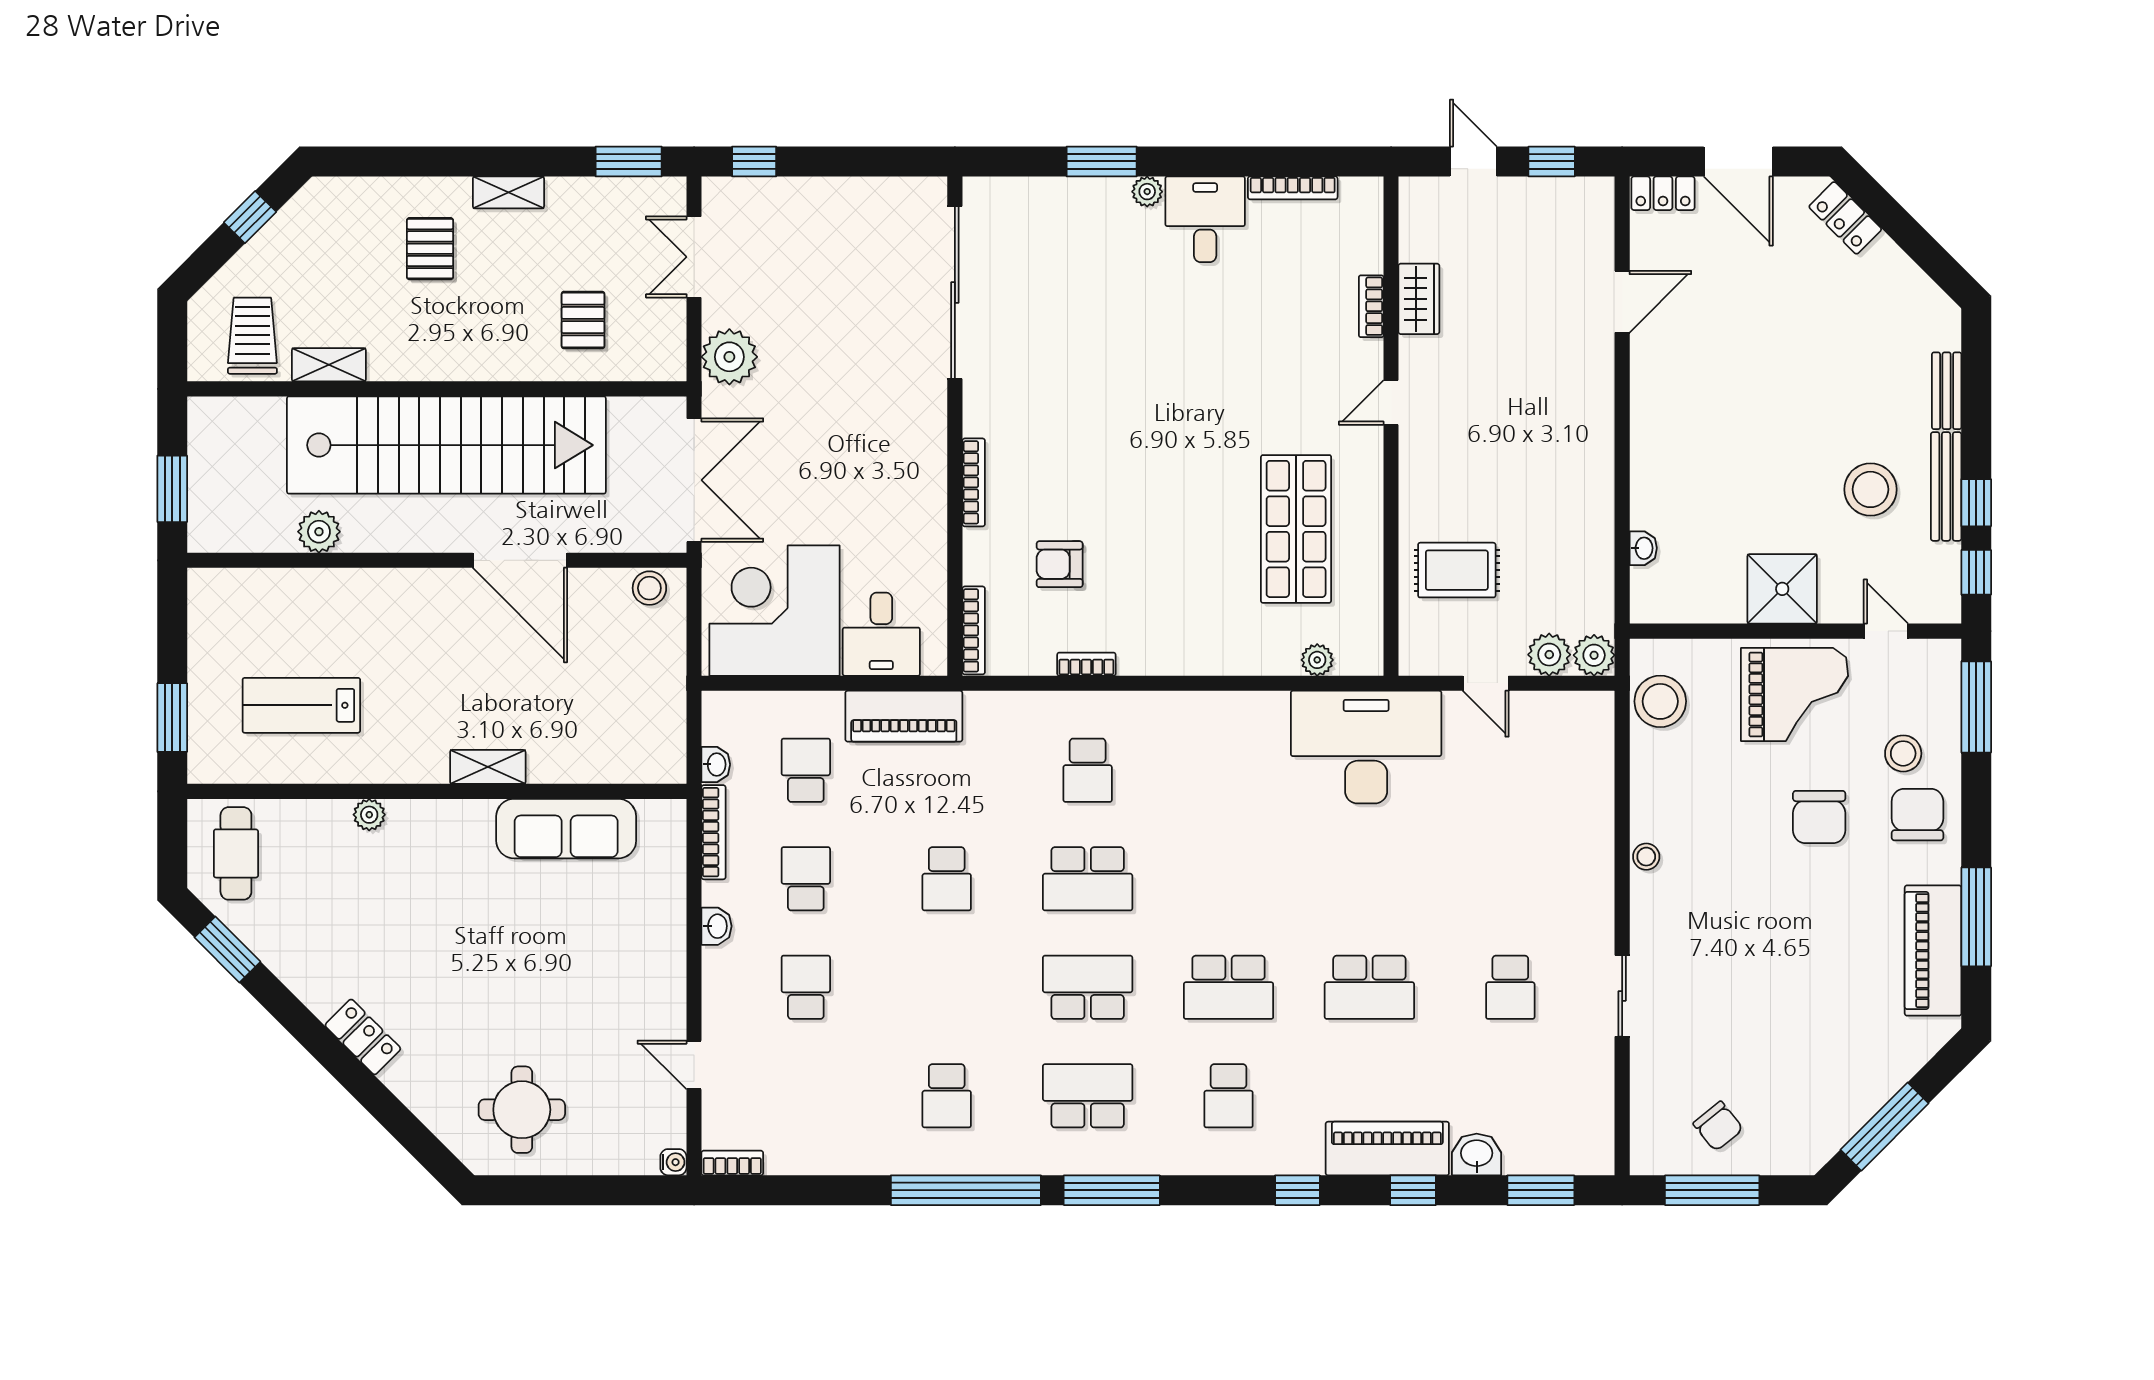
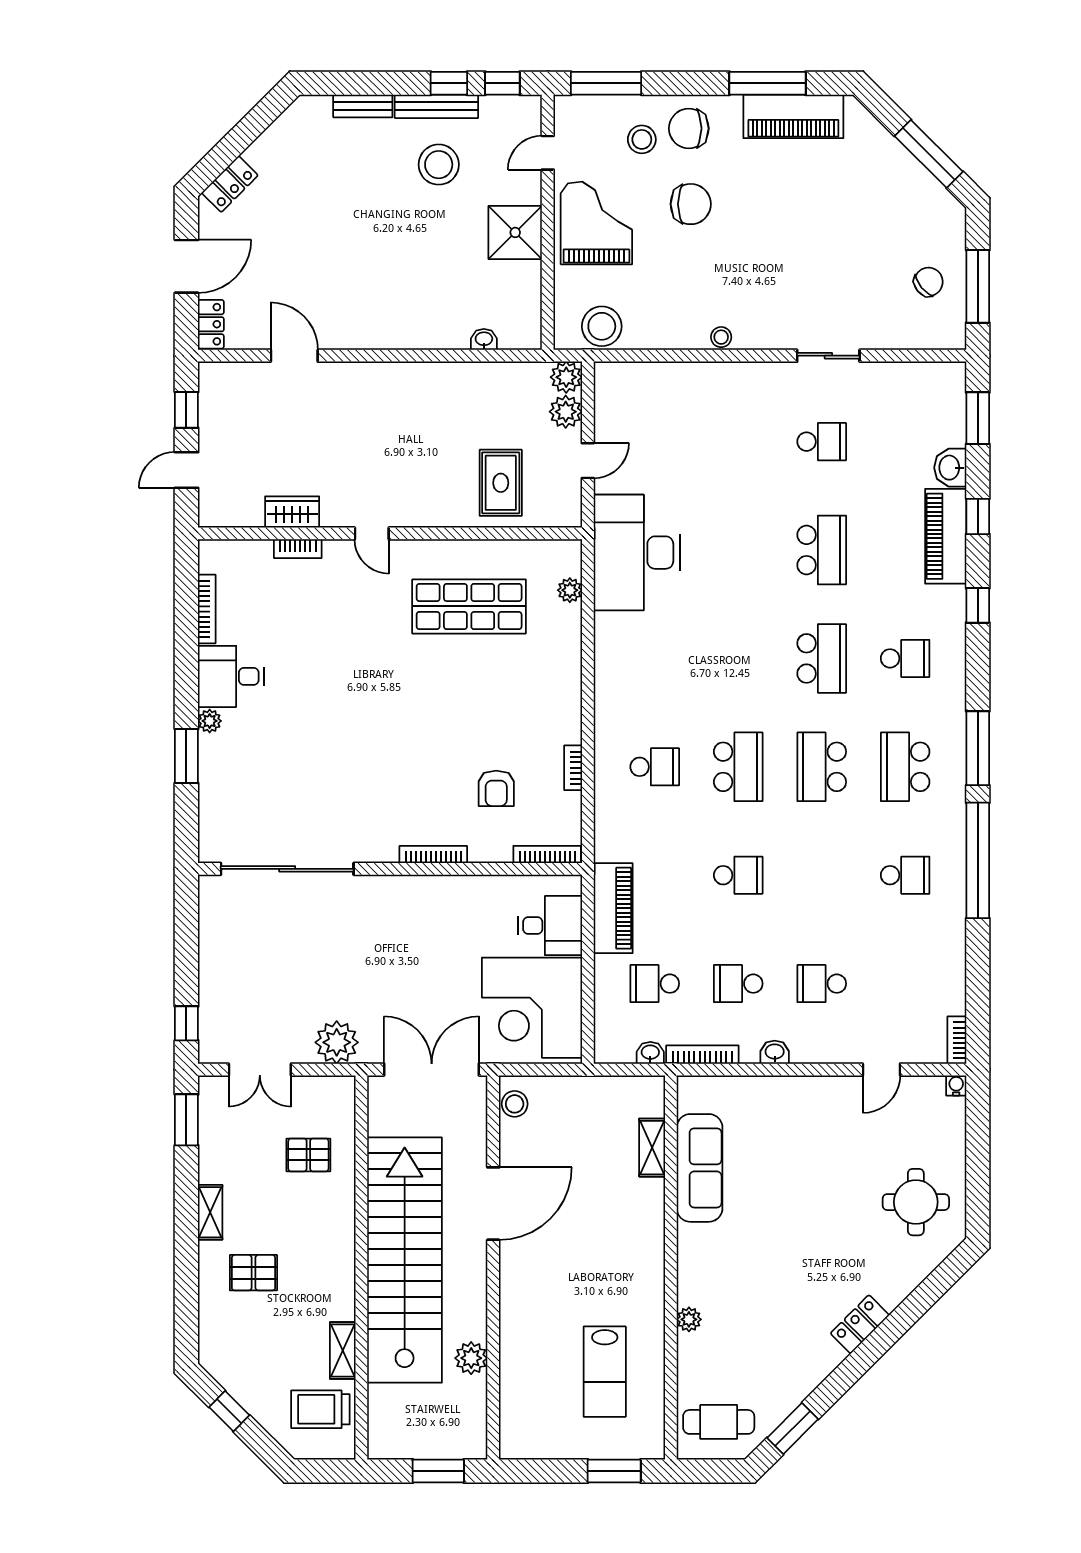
shelving: (488, 767) -> (652, 1148), moved

